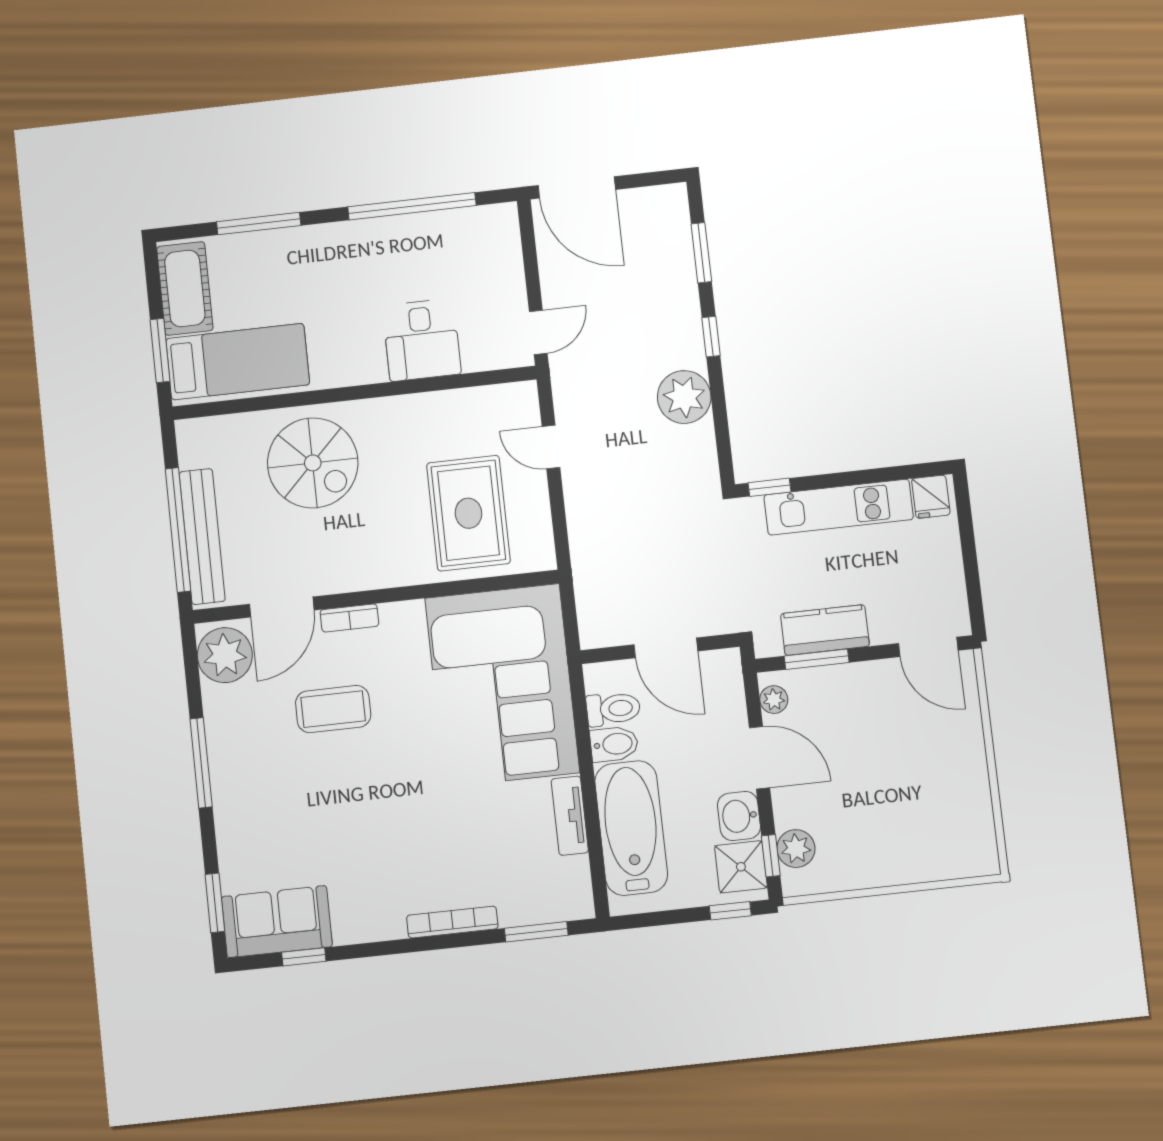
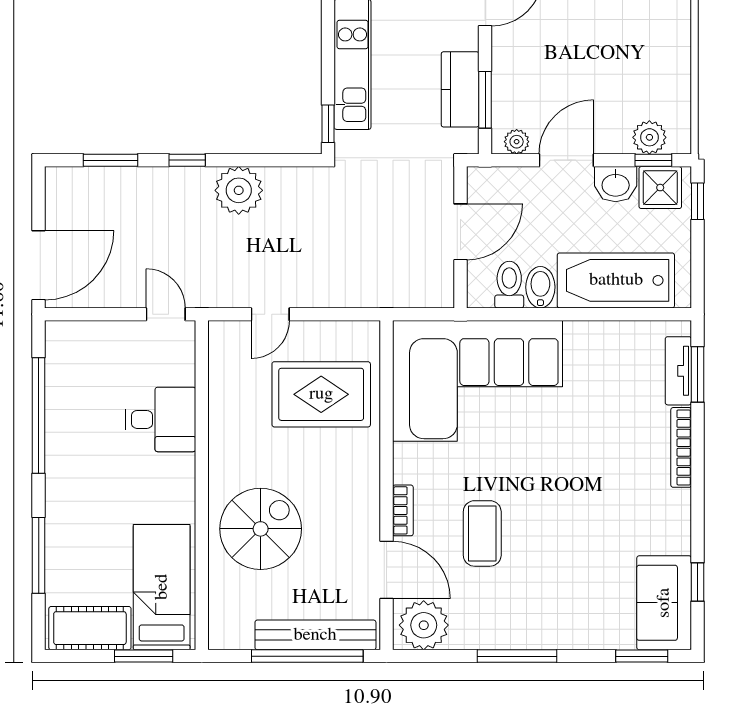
tv unit: (570, 816) -> (678, 371), moved, turned 90

